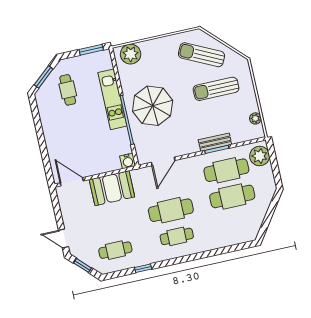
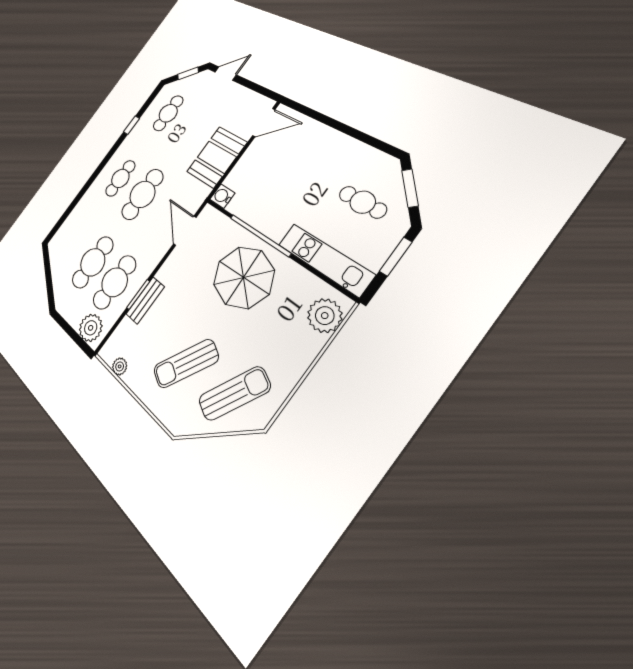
window: (91, 50) -> (396, 257), moved
sun lounger: (216, 89) -> (186, 364), turned -152
kitchen unit: (112, 99) -> (325, 259), moved

